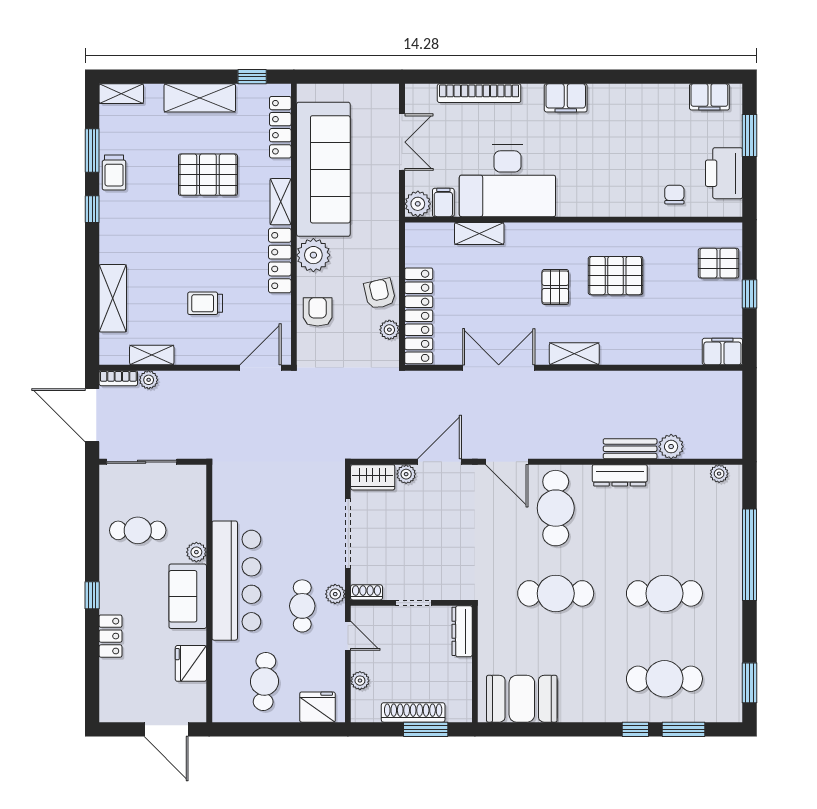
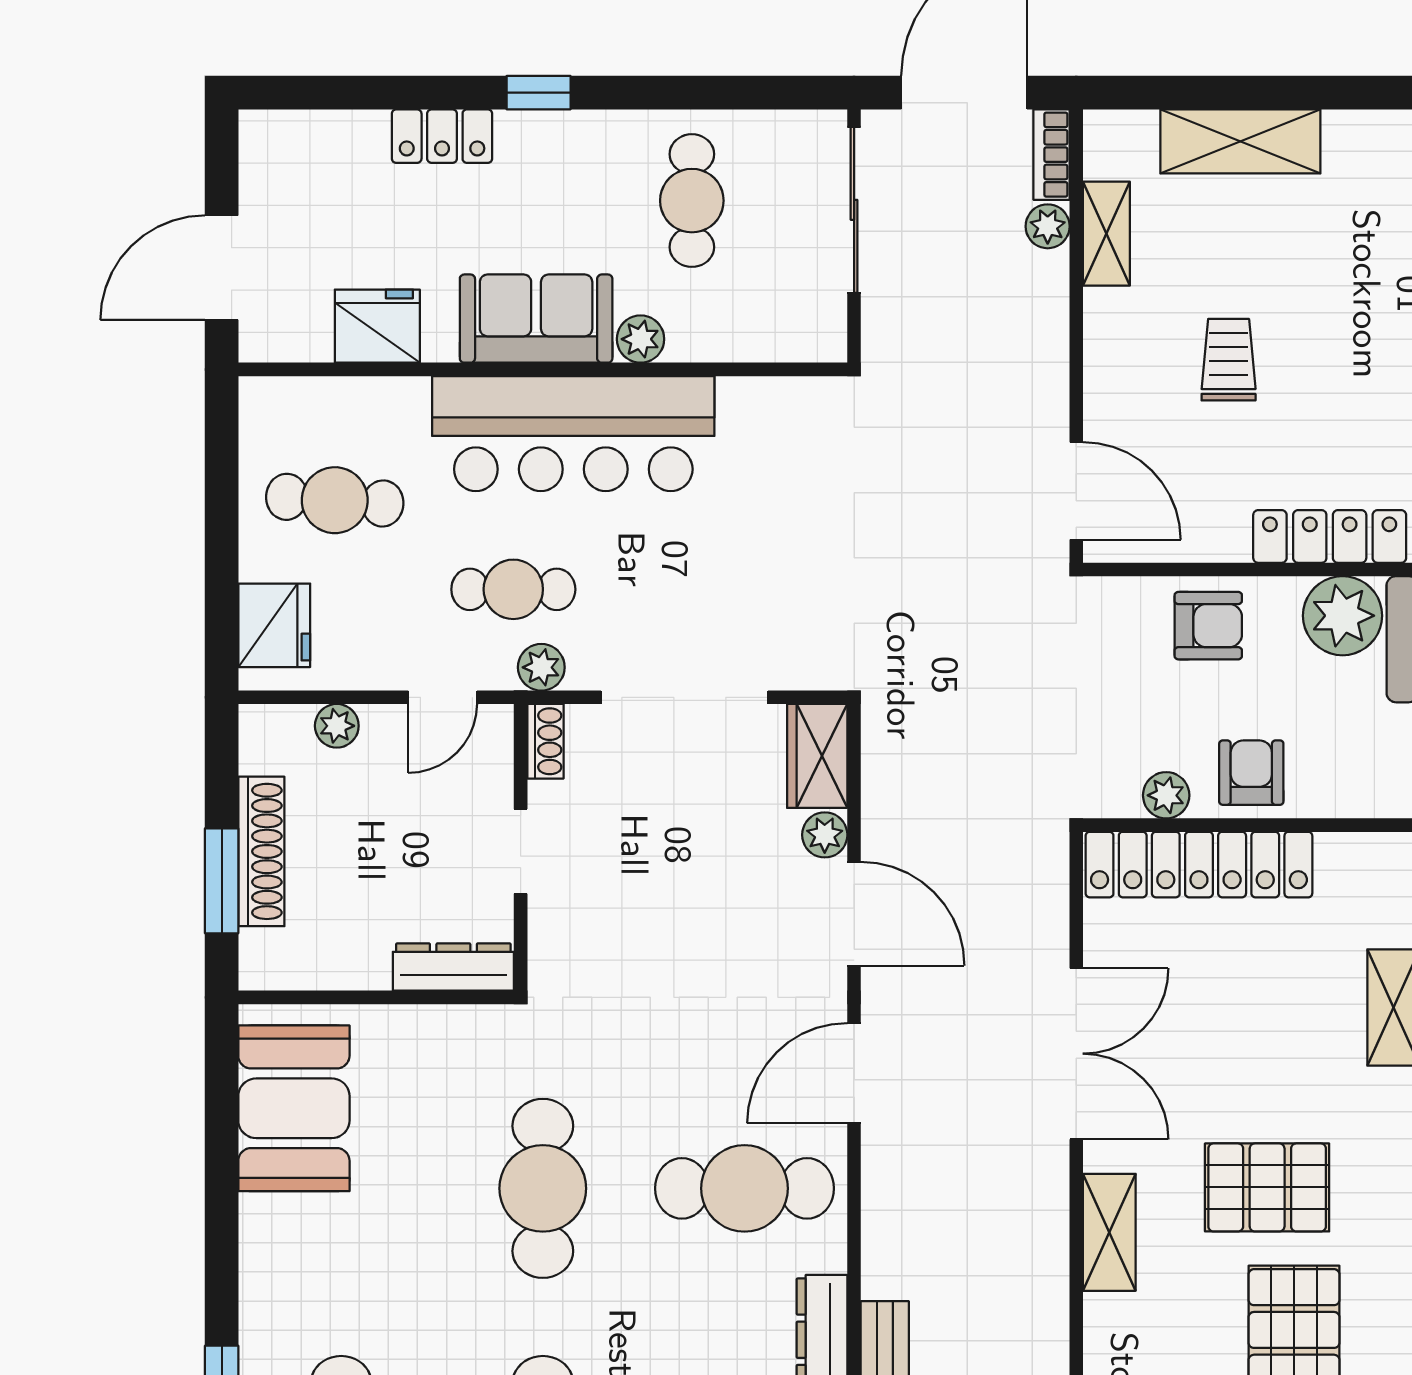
pallet: (555, 287) -> (1267, 1187), width x1.50, depth x1.42
armchair: (380, 294) -> (1251, 773), turned -77

